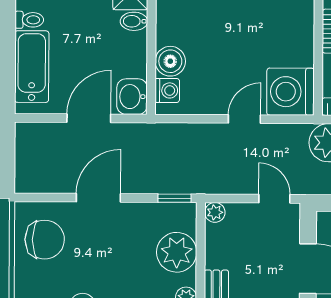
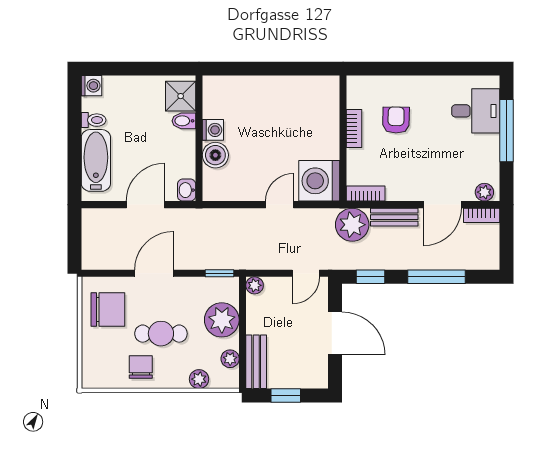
washing machine: (167, 90) -> (213, 130), moved
washbasin: (132, 97) -> (187, 190), width x0.72, depth x0.69
door: (274, 199) -> (306, 273), swing flipped
cafe table: (106, 268) -> (161, 334), added

